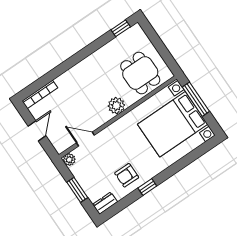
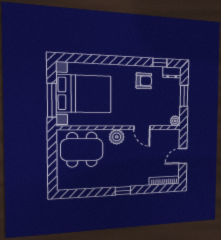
window: (121, 28) -> (123, 191), moved
dining table: (140, 73) -> (82, 150), width x1.37
door: (85, 139) -> (142, 128), moved
window: (147, 187) -> (160, 63), moved

